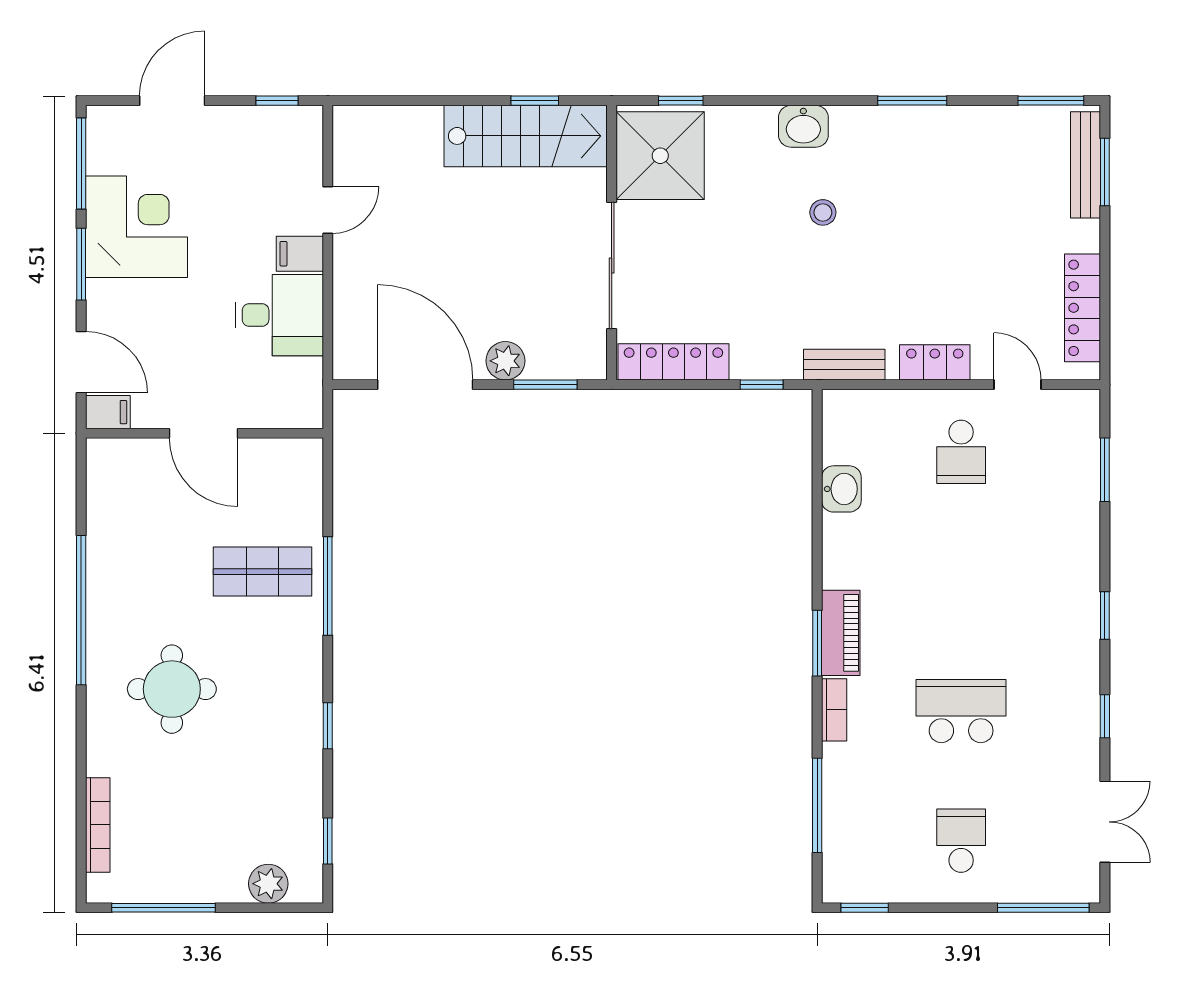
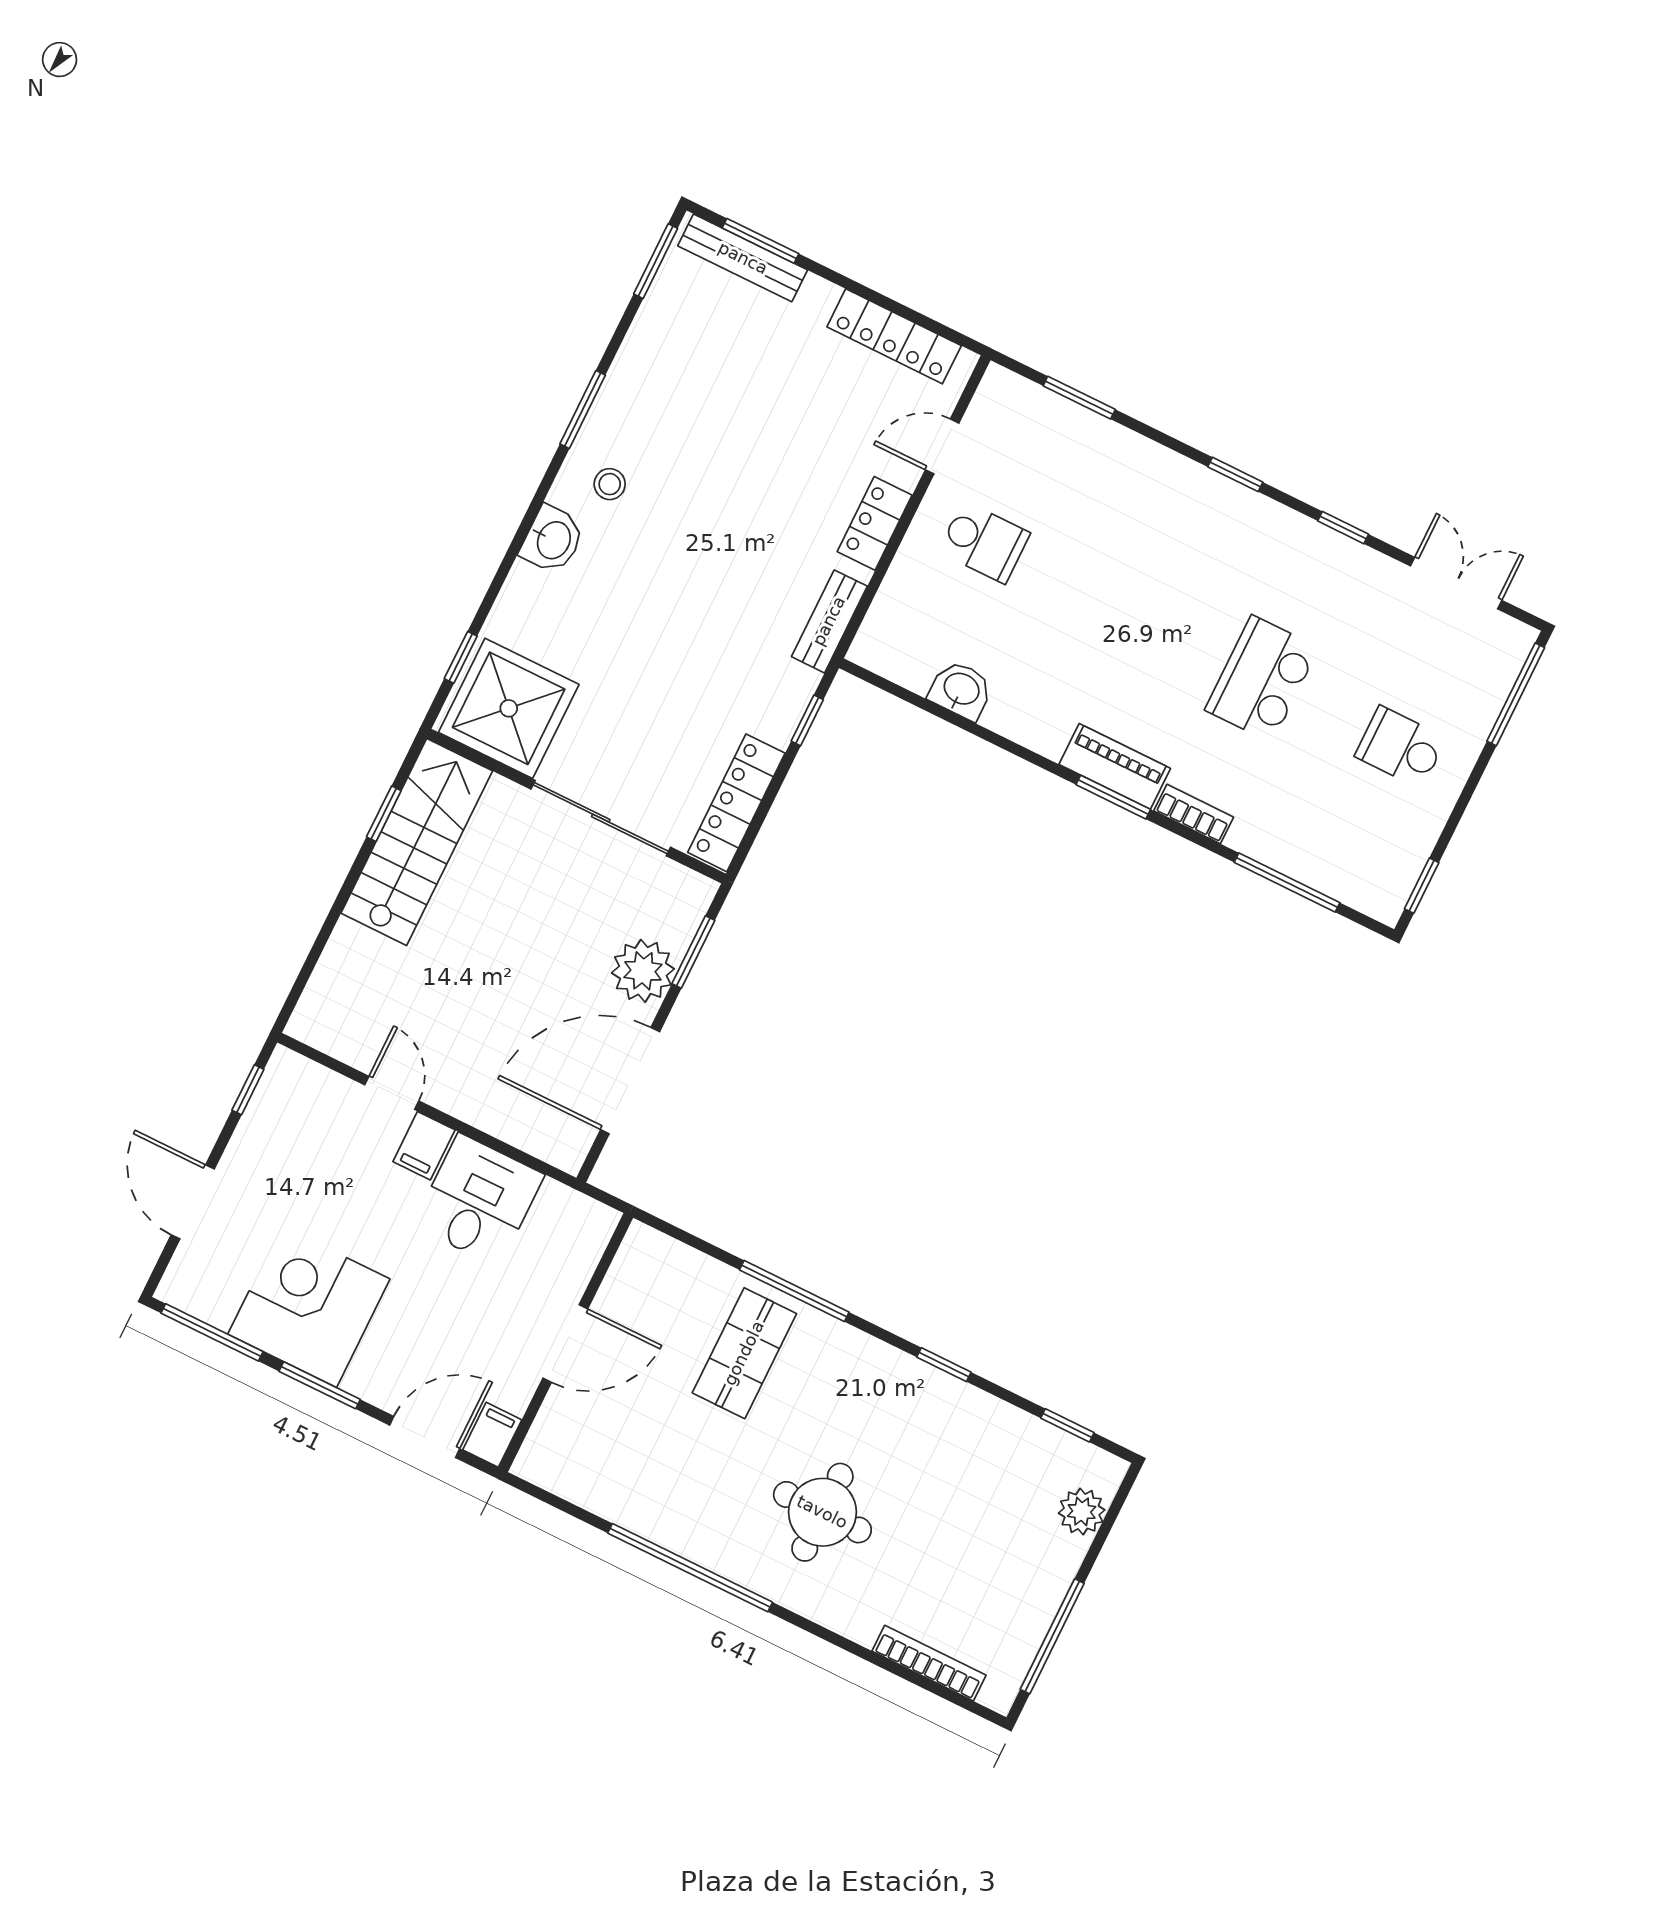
stool: (823, 212) -> (610, 484), moved
plant: (505, 361) -> (643, 971), width x1.36, depth x1.36

